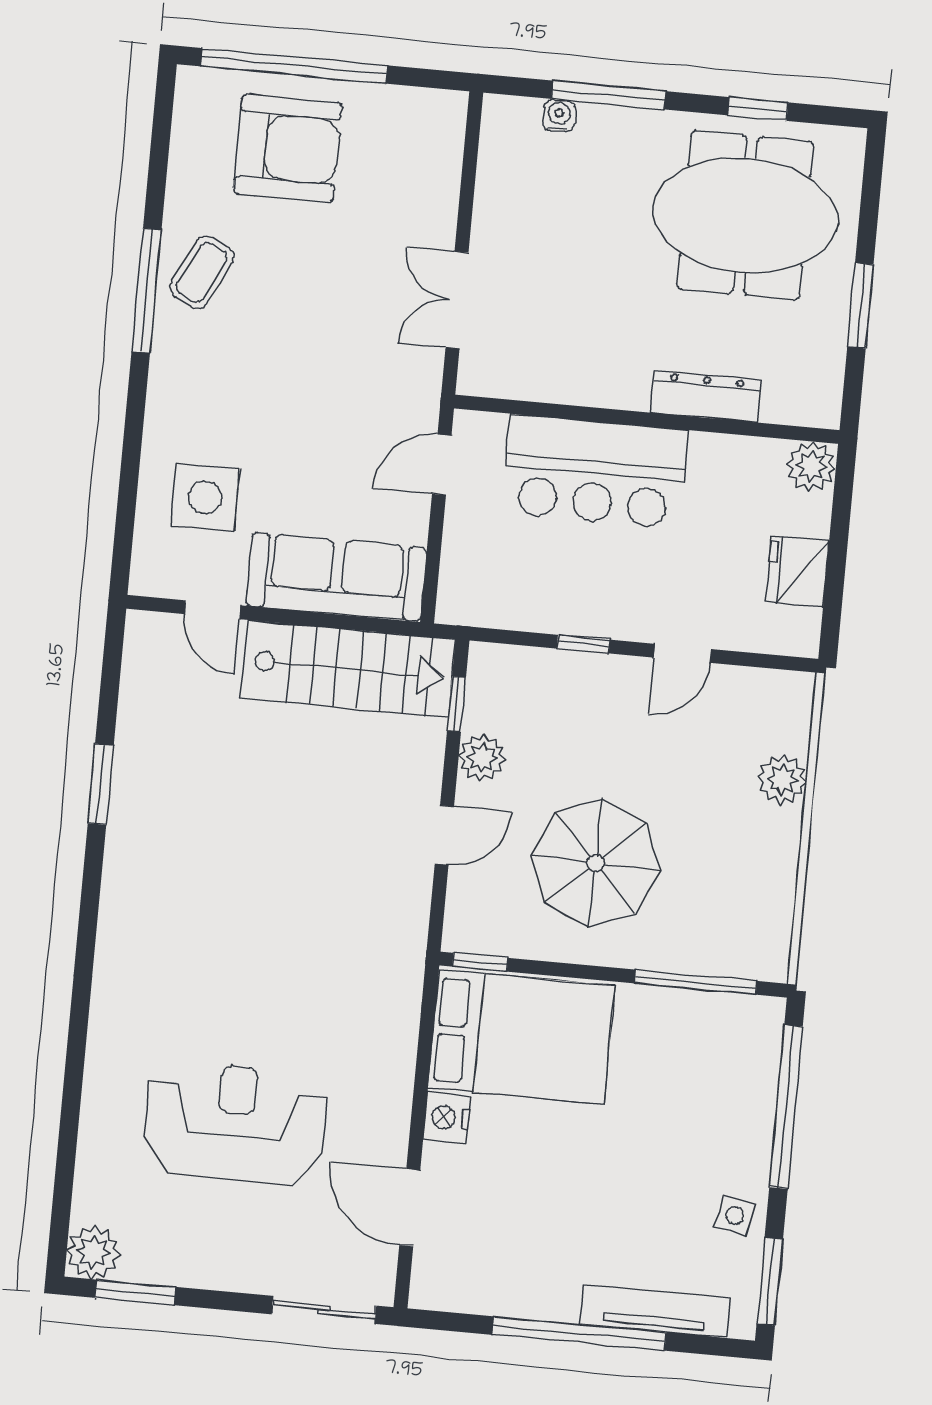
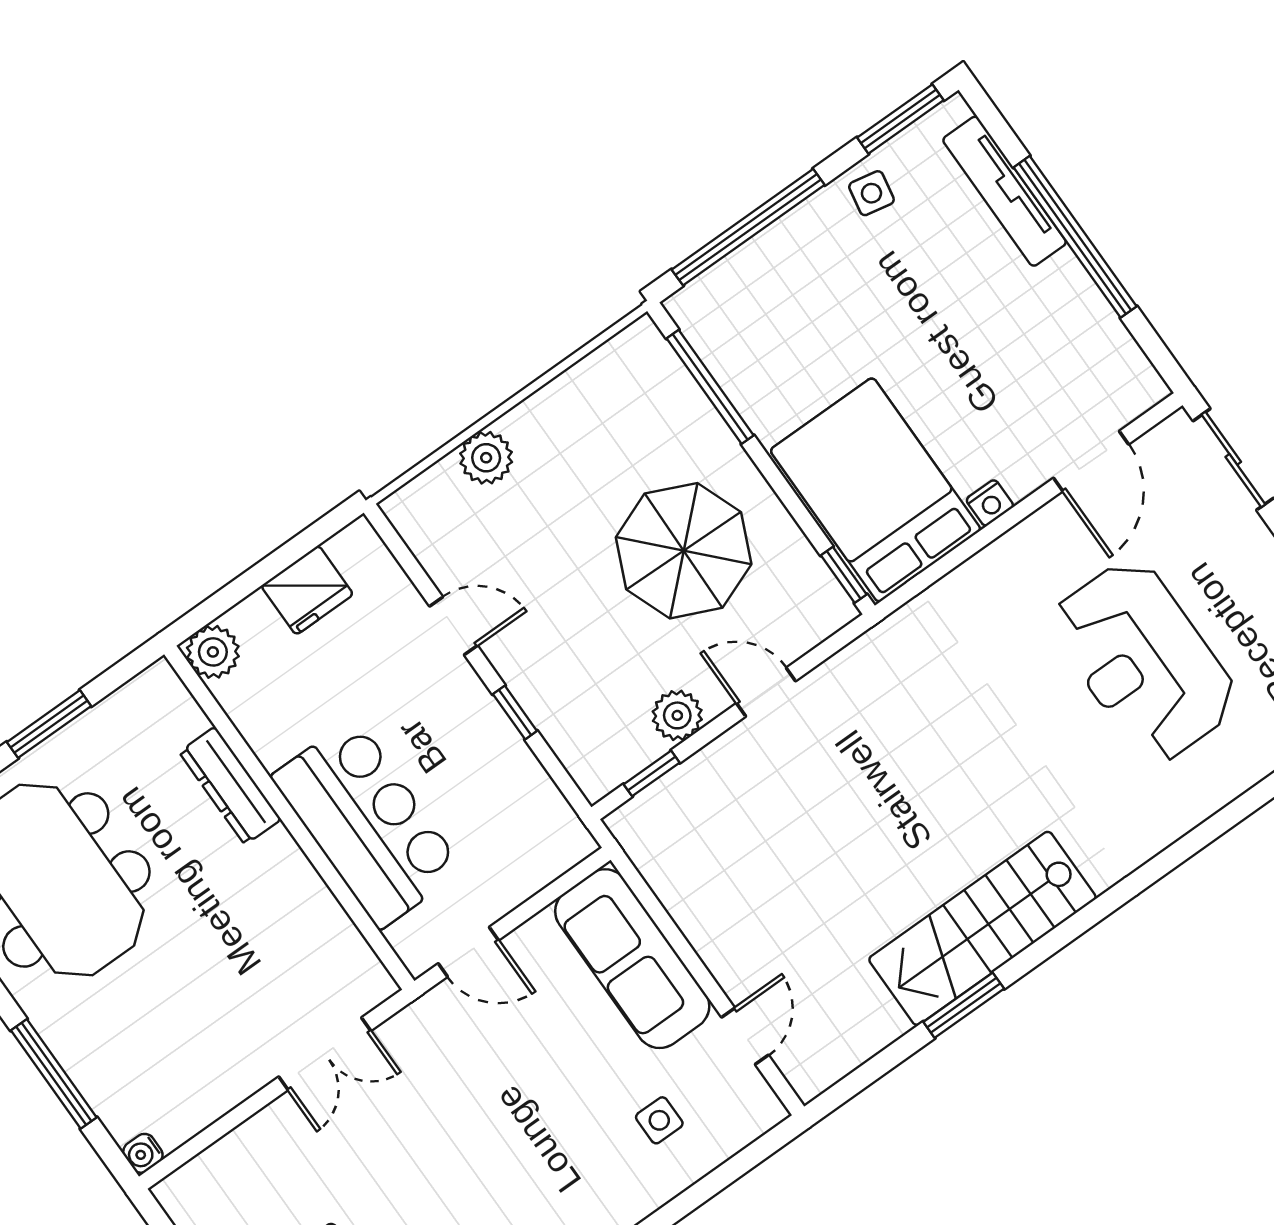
water cooler: (559, 116) -> (143, 1153), moved
side table: (205, 497) -> (659, 1120), width x0.54, depth x0.54
stairs: (348, 669) -> (982, 928), moved, turned -90
nightstand: (447, 1117) -> (990, 503), width x0.72, depth x0.74

